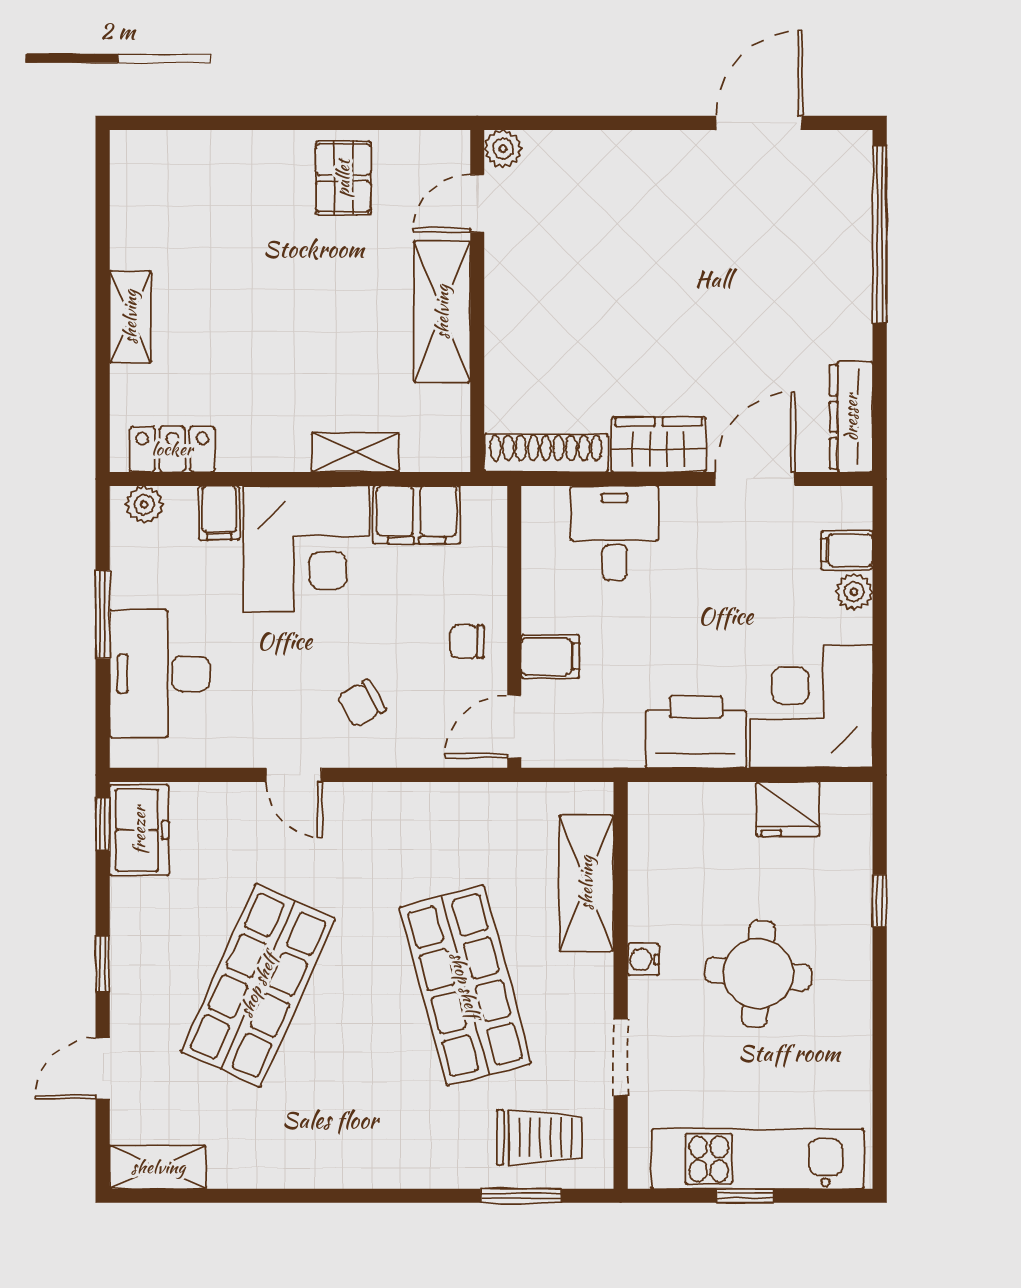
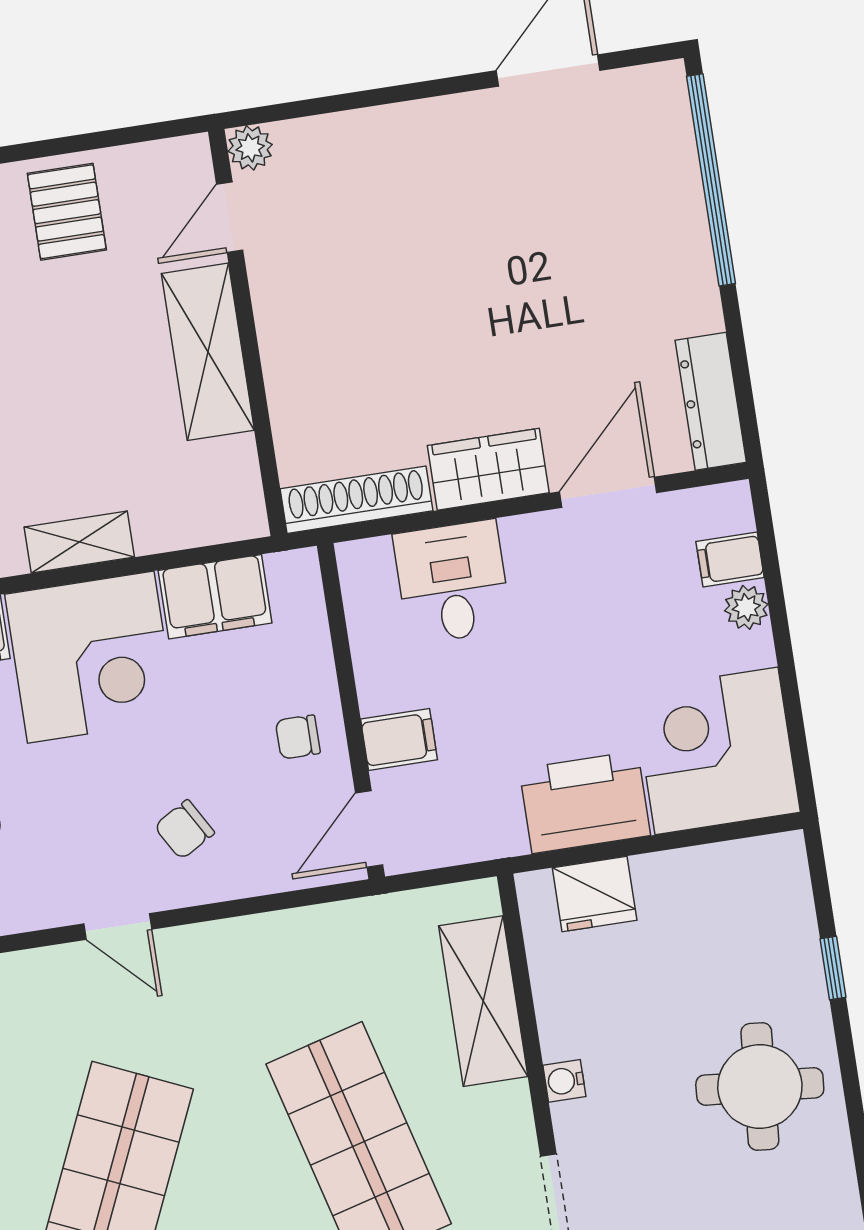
shelving: (355, 452) -> (79, 542), moved
fridge: (788, 809) -> (595, 894), moved
round table: (758, 974) -> (760, 1086), moved

